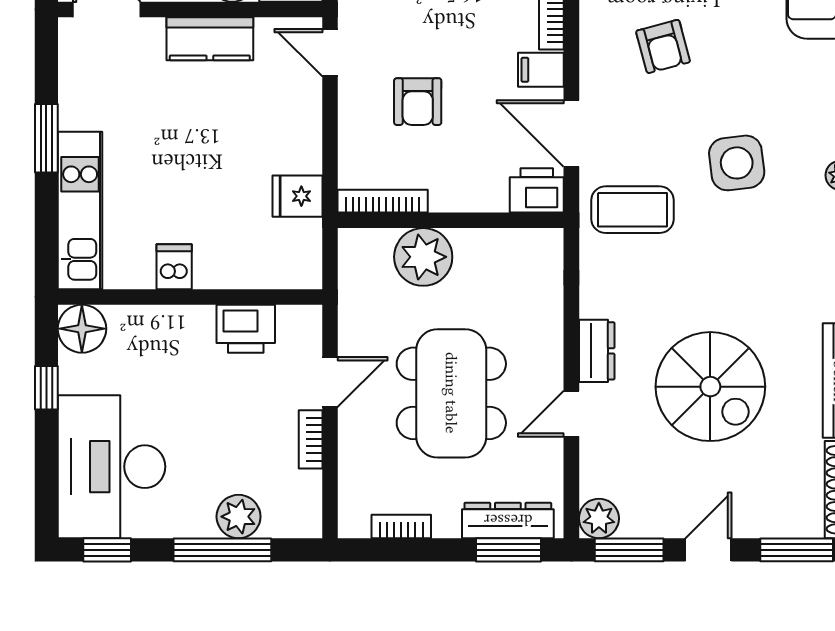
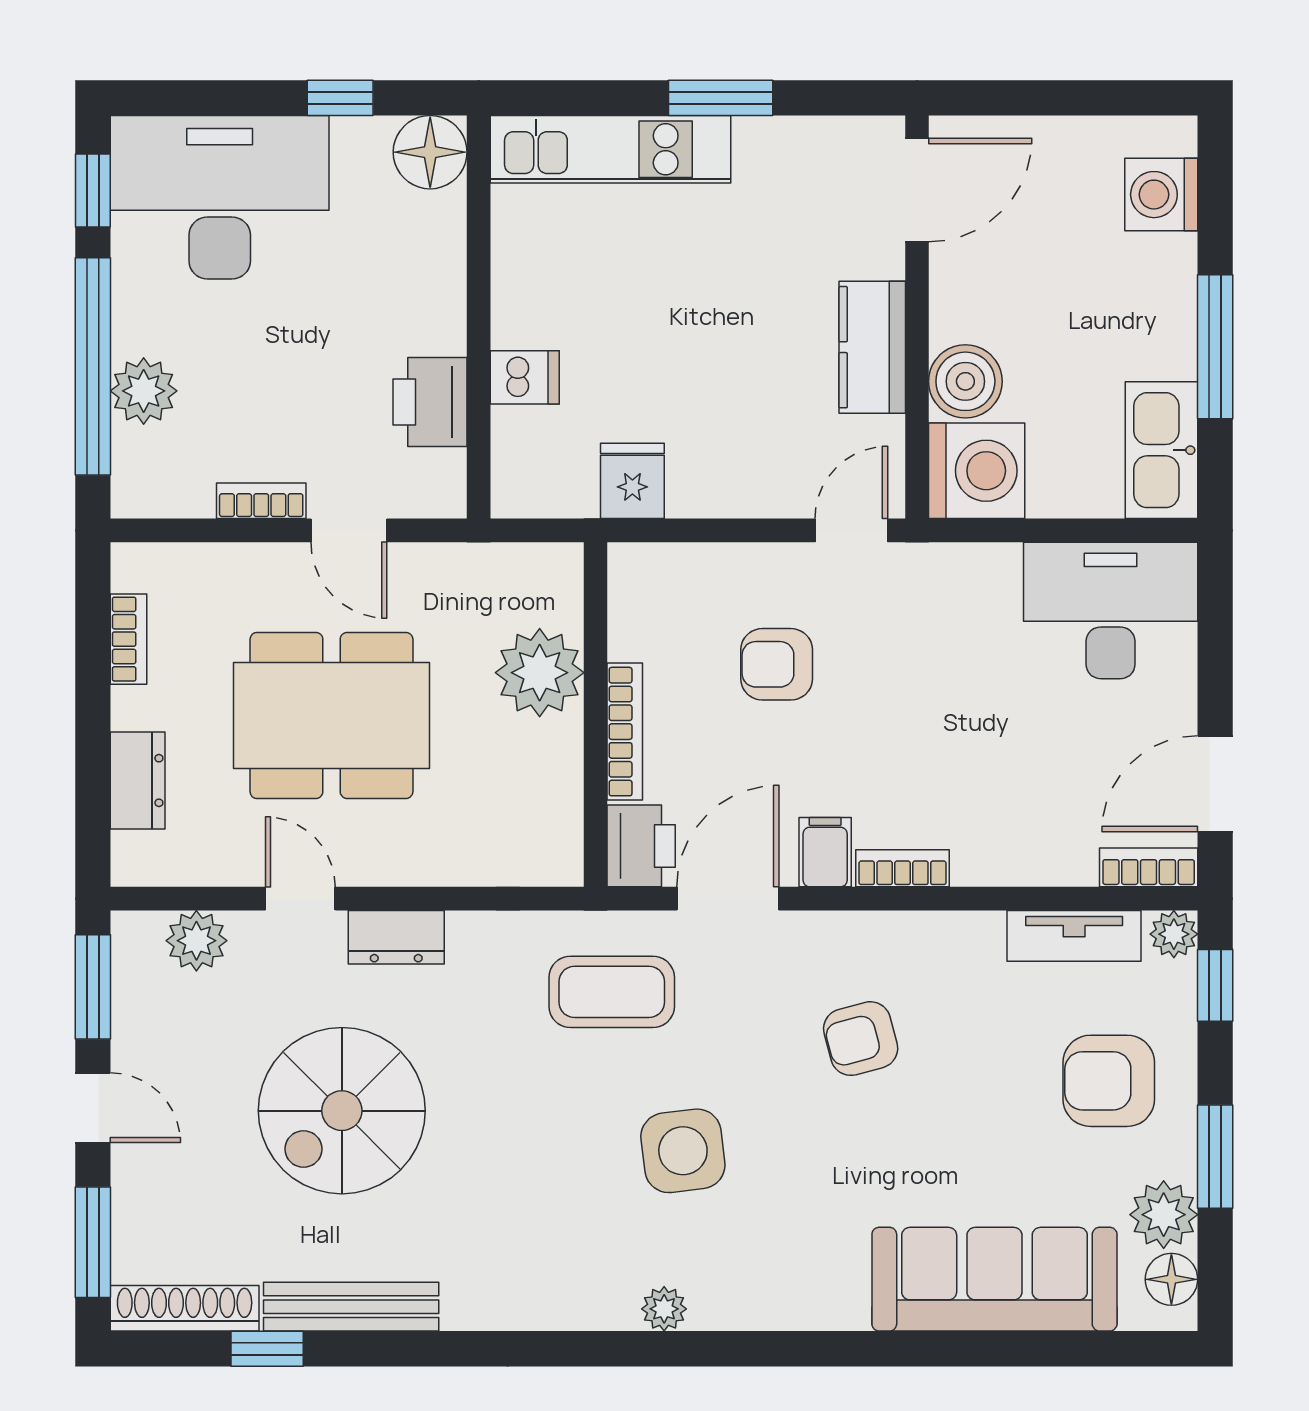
bookcase: (383, 201) -> (625, 732), moved
coffee table: (633, 210) -> (612, 992), turned 90
dishwasher: (174, 267) -> (525, 377), moved
plant: (599, 518) -> (196, 941), moved
dresser: (508, 520) -> (138, 780), width x0.70
window: (222, 550) -> (93, 366), width x1.46
window: (509, 550) -> (93, 803), removed

